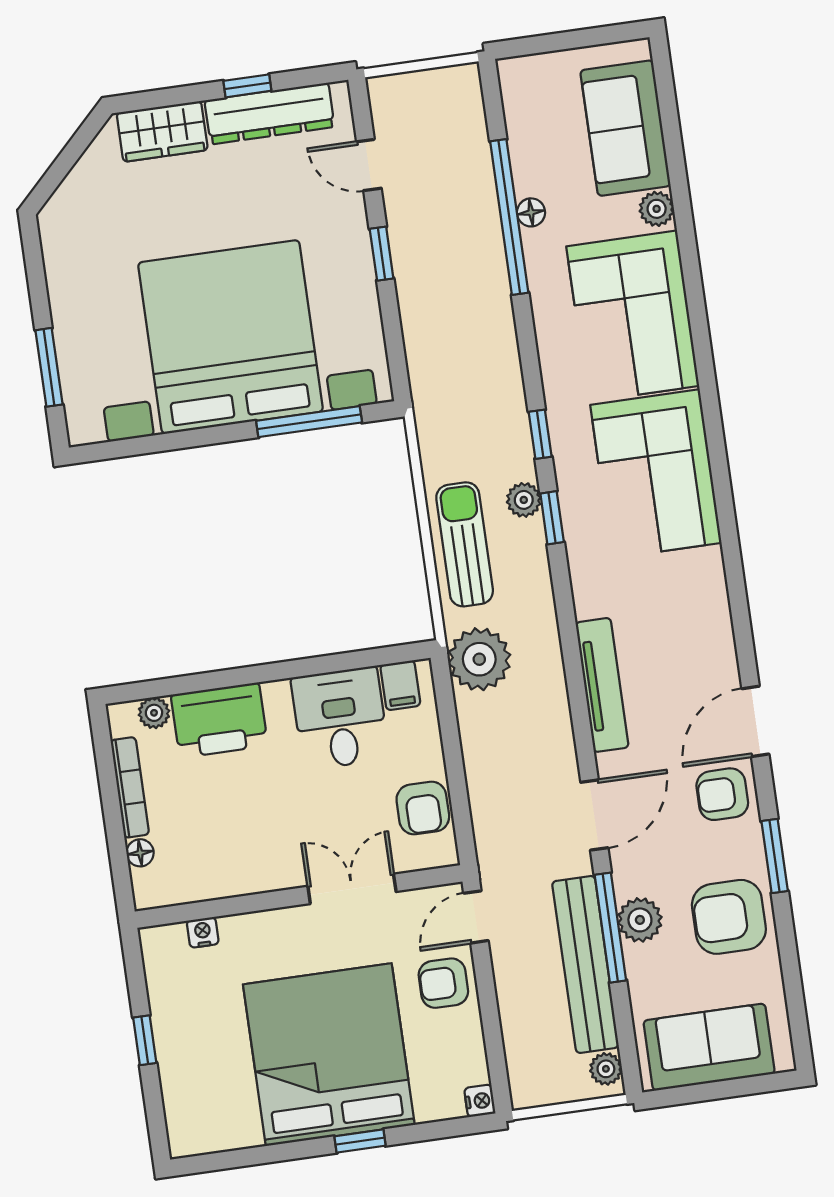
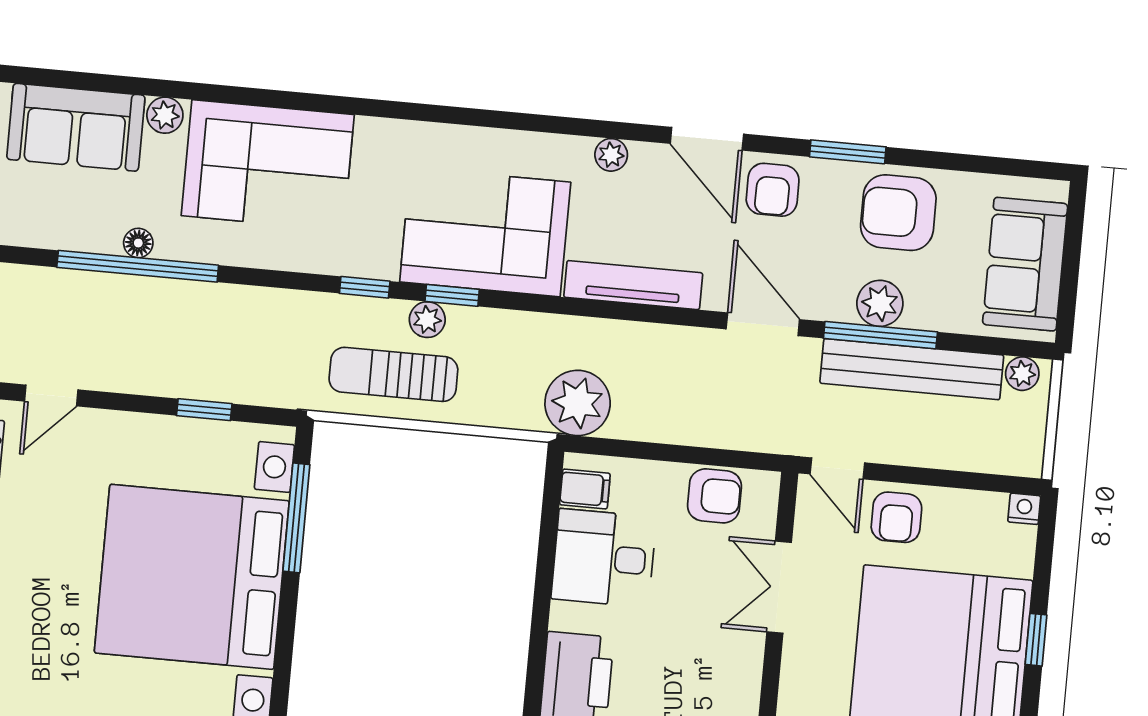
window: (382, 254) -> (204, 410), moved
corner sofa: (656, 474) -> (485, 232), moved, turned 180
sun lounger: (465, 544) -> (393, 374), moved
plant: (719, 635) -> (611, 155), added
armchair: (729, 917) -> (898, 213), turned 90

